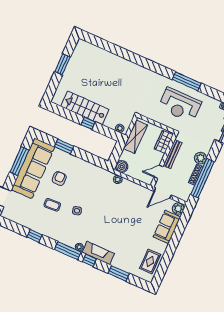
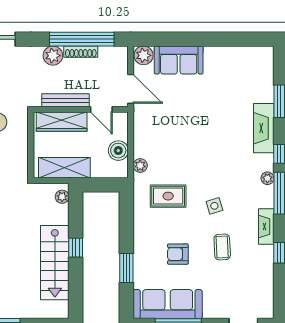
wardrobe: (164, 142) -> (62, 122), width x1.50
boiler: (122, 167) -> (118, 151), moved
sofa: (33, 168) -> (168, 304), width x0.74, depth x0.79
fireplace: (53, 234) -> (266, 226), added
fireplace: (98, 253) -> (264, 128), moved
rug: (150, 261) -> (168, 196), moved

